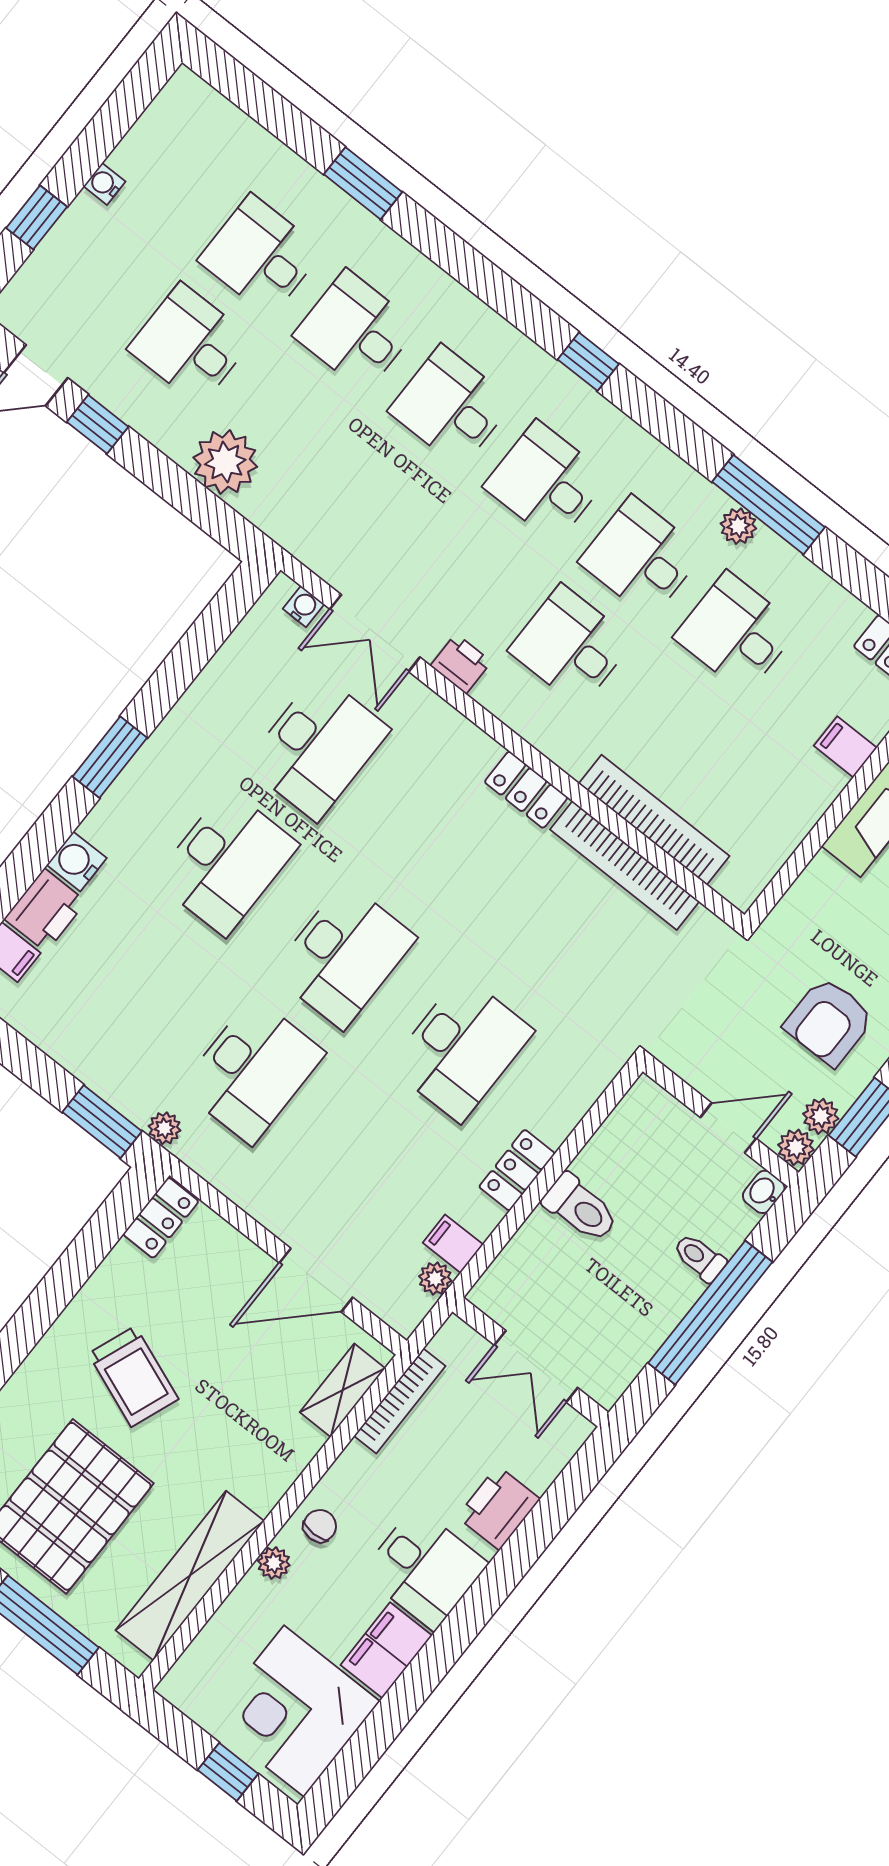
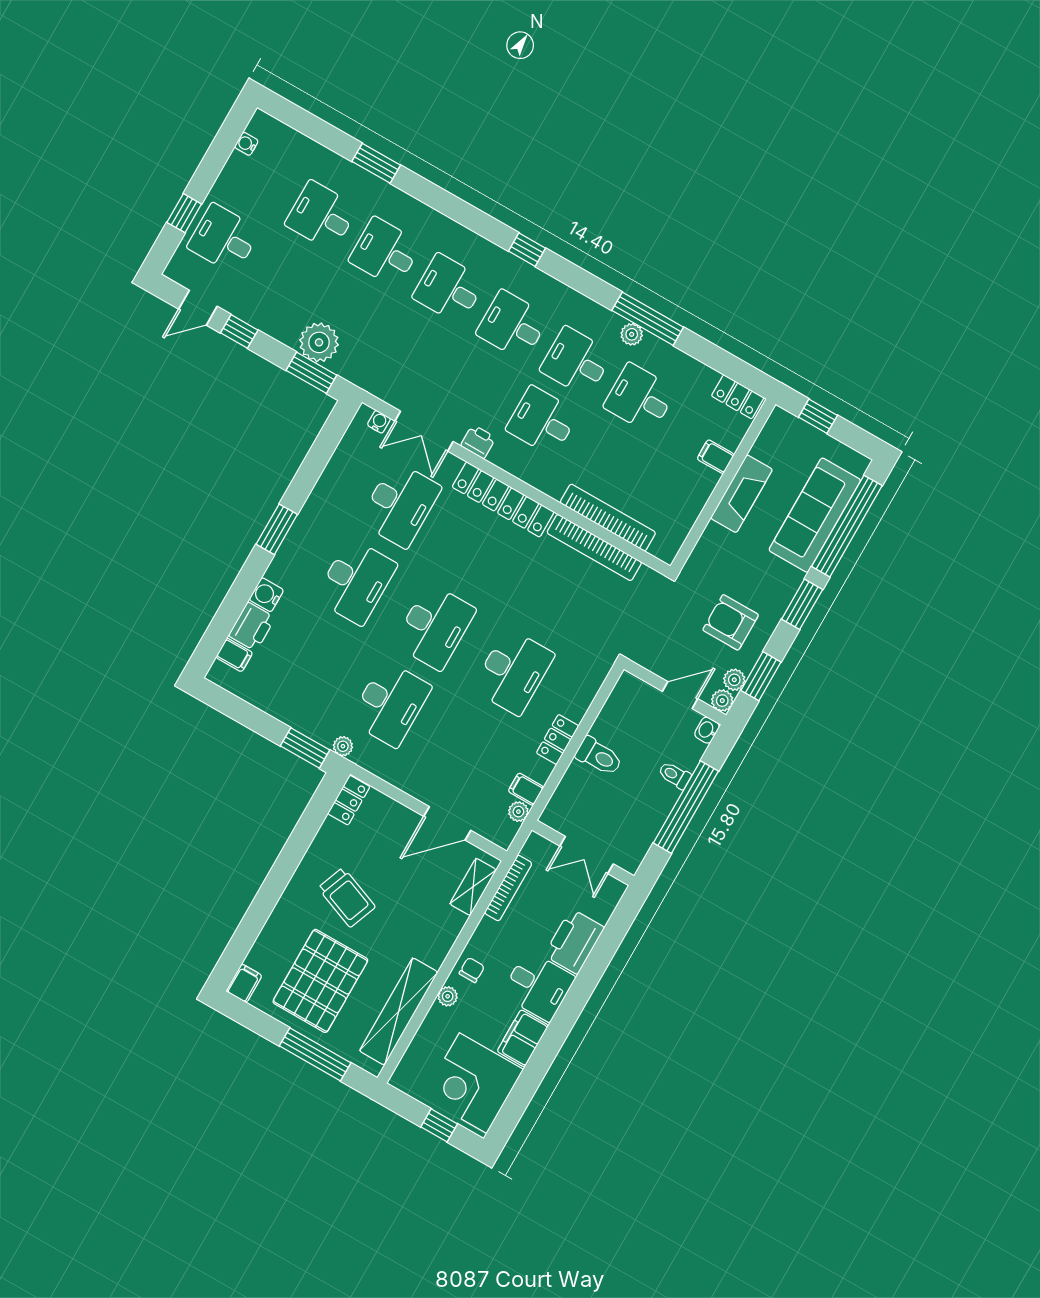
water cooler: (104, 184) -> (246, 144), moved
desk: (190, 344) -> (224, 239), moved
window: (205, 510) -> (311, 373), added
locker: (526, 790) -> (503, 499), width x2.16, depth x1.21
armchair: (829, 1022) -> (731, 622), turned 90
printer: (498, 1508) -> (574, 941), width x1.37, depth x1.19

